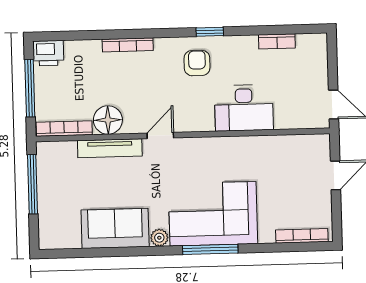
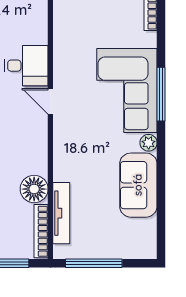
desk: (244, 108) -> (26, 66), width x0.73
door: (160, 136) -> (50, 101), moved
tv unit: (110, 148) -> (61, 213), moved

